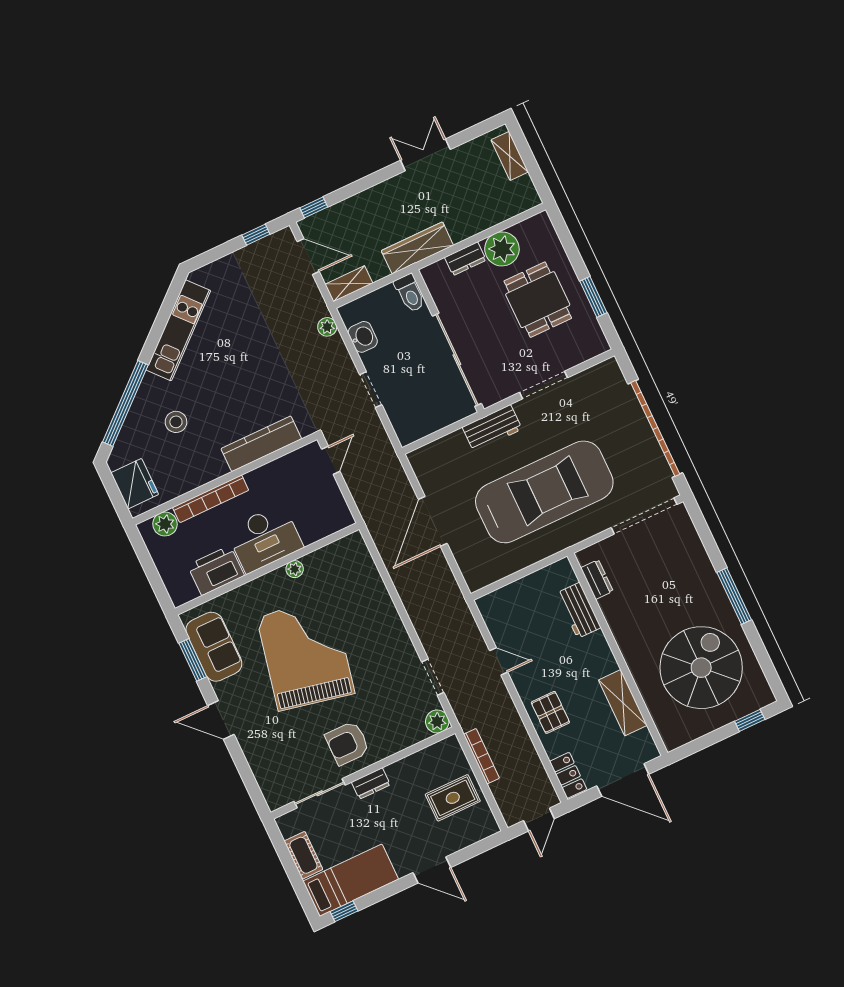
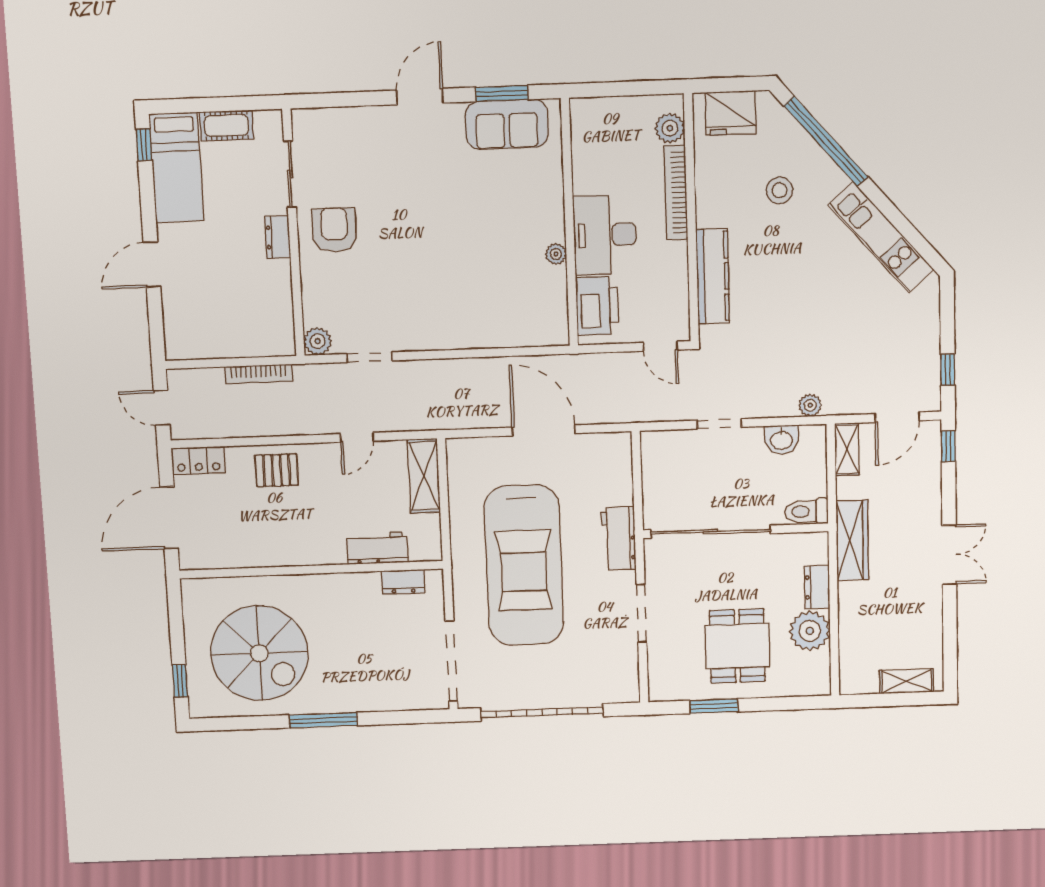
double door: (425, 155) -> (949, 555), moved
dining table: (538, 300) -> (737, 646), turned 90
printer: (216, 570) -> (597, 306), moved
grand piano: (305, 655) -> (454, 225), removed
shelving: (623, 703) -> (424, 476), moved, turned 90
rug: (453, 798) -> (224, 322), removed

